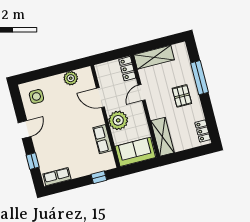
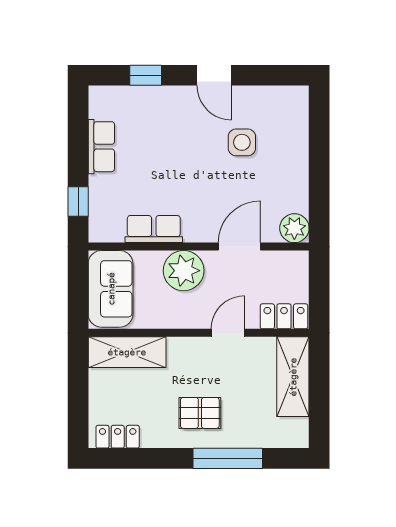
plant: (71, 78) -> (294, 228), moved
door: (142, 93) -> (228, 333), hinge flipped
side table: (36, 96) -> (242, 142), moved
row of seats: (57, 177) -> (101, 147), moved

